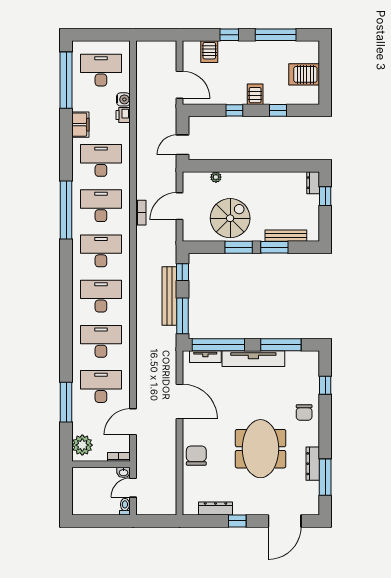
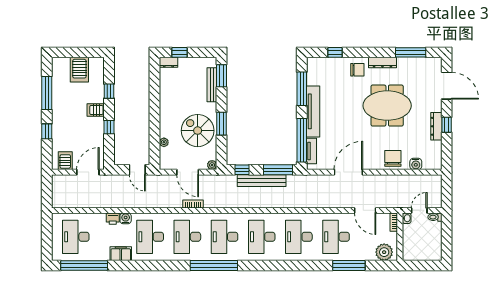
server rack: (209, 52) -> (65, 161), moved, turned -90
water cooler: (123, 99) -> (126, 218), moved
window: (66, 210) -> (214, 266), moved
plant: (188, 236) -> (212, 165), added
window: (274, 247) -> (222, 76), moved
chair: (196, 456) -> (393, 158), turned 90
dresser: (313, 464) -> (382, 63), moved
water cooler: (190, 484) -> (416, 164), added
door: (133, 488) -> (419, 210), swing flipped
dresser: (216, 509) -> (436, 126), moved

